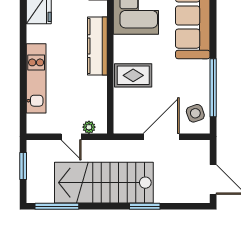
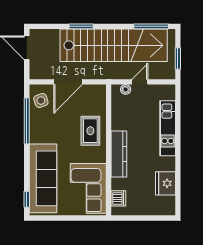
rug: (133, 75) -> (90, 131), turned 90
door: (71, 137) -> (140, 82), hinge flipped
stairs: (104, 183) -> (114, 45), width x1.36

